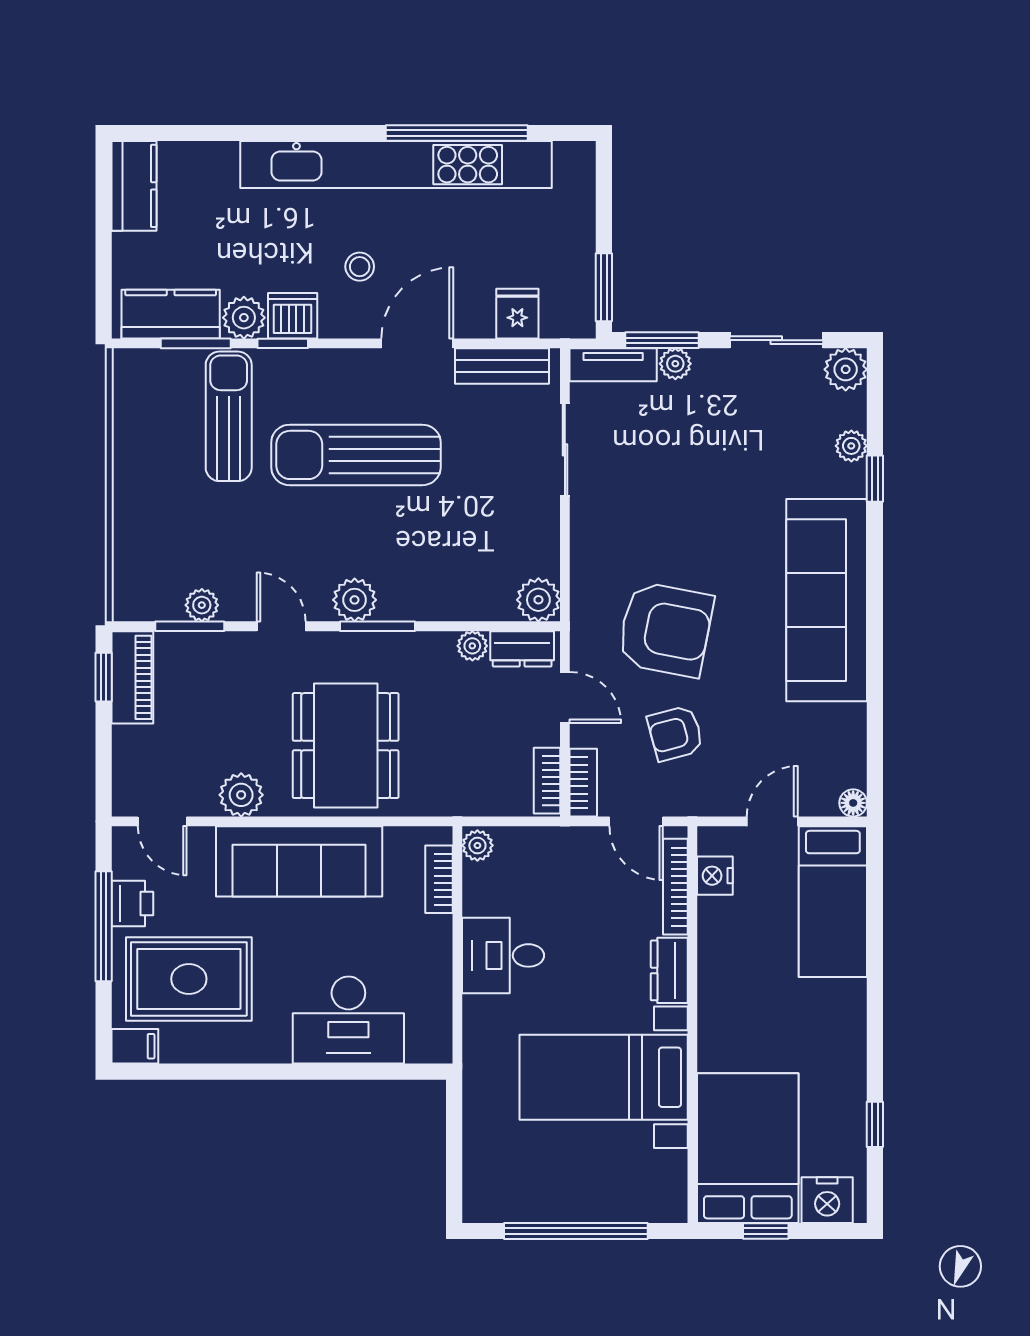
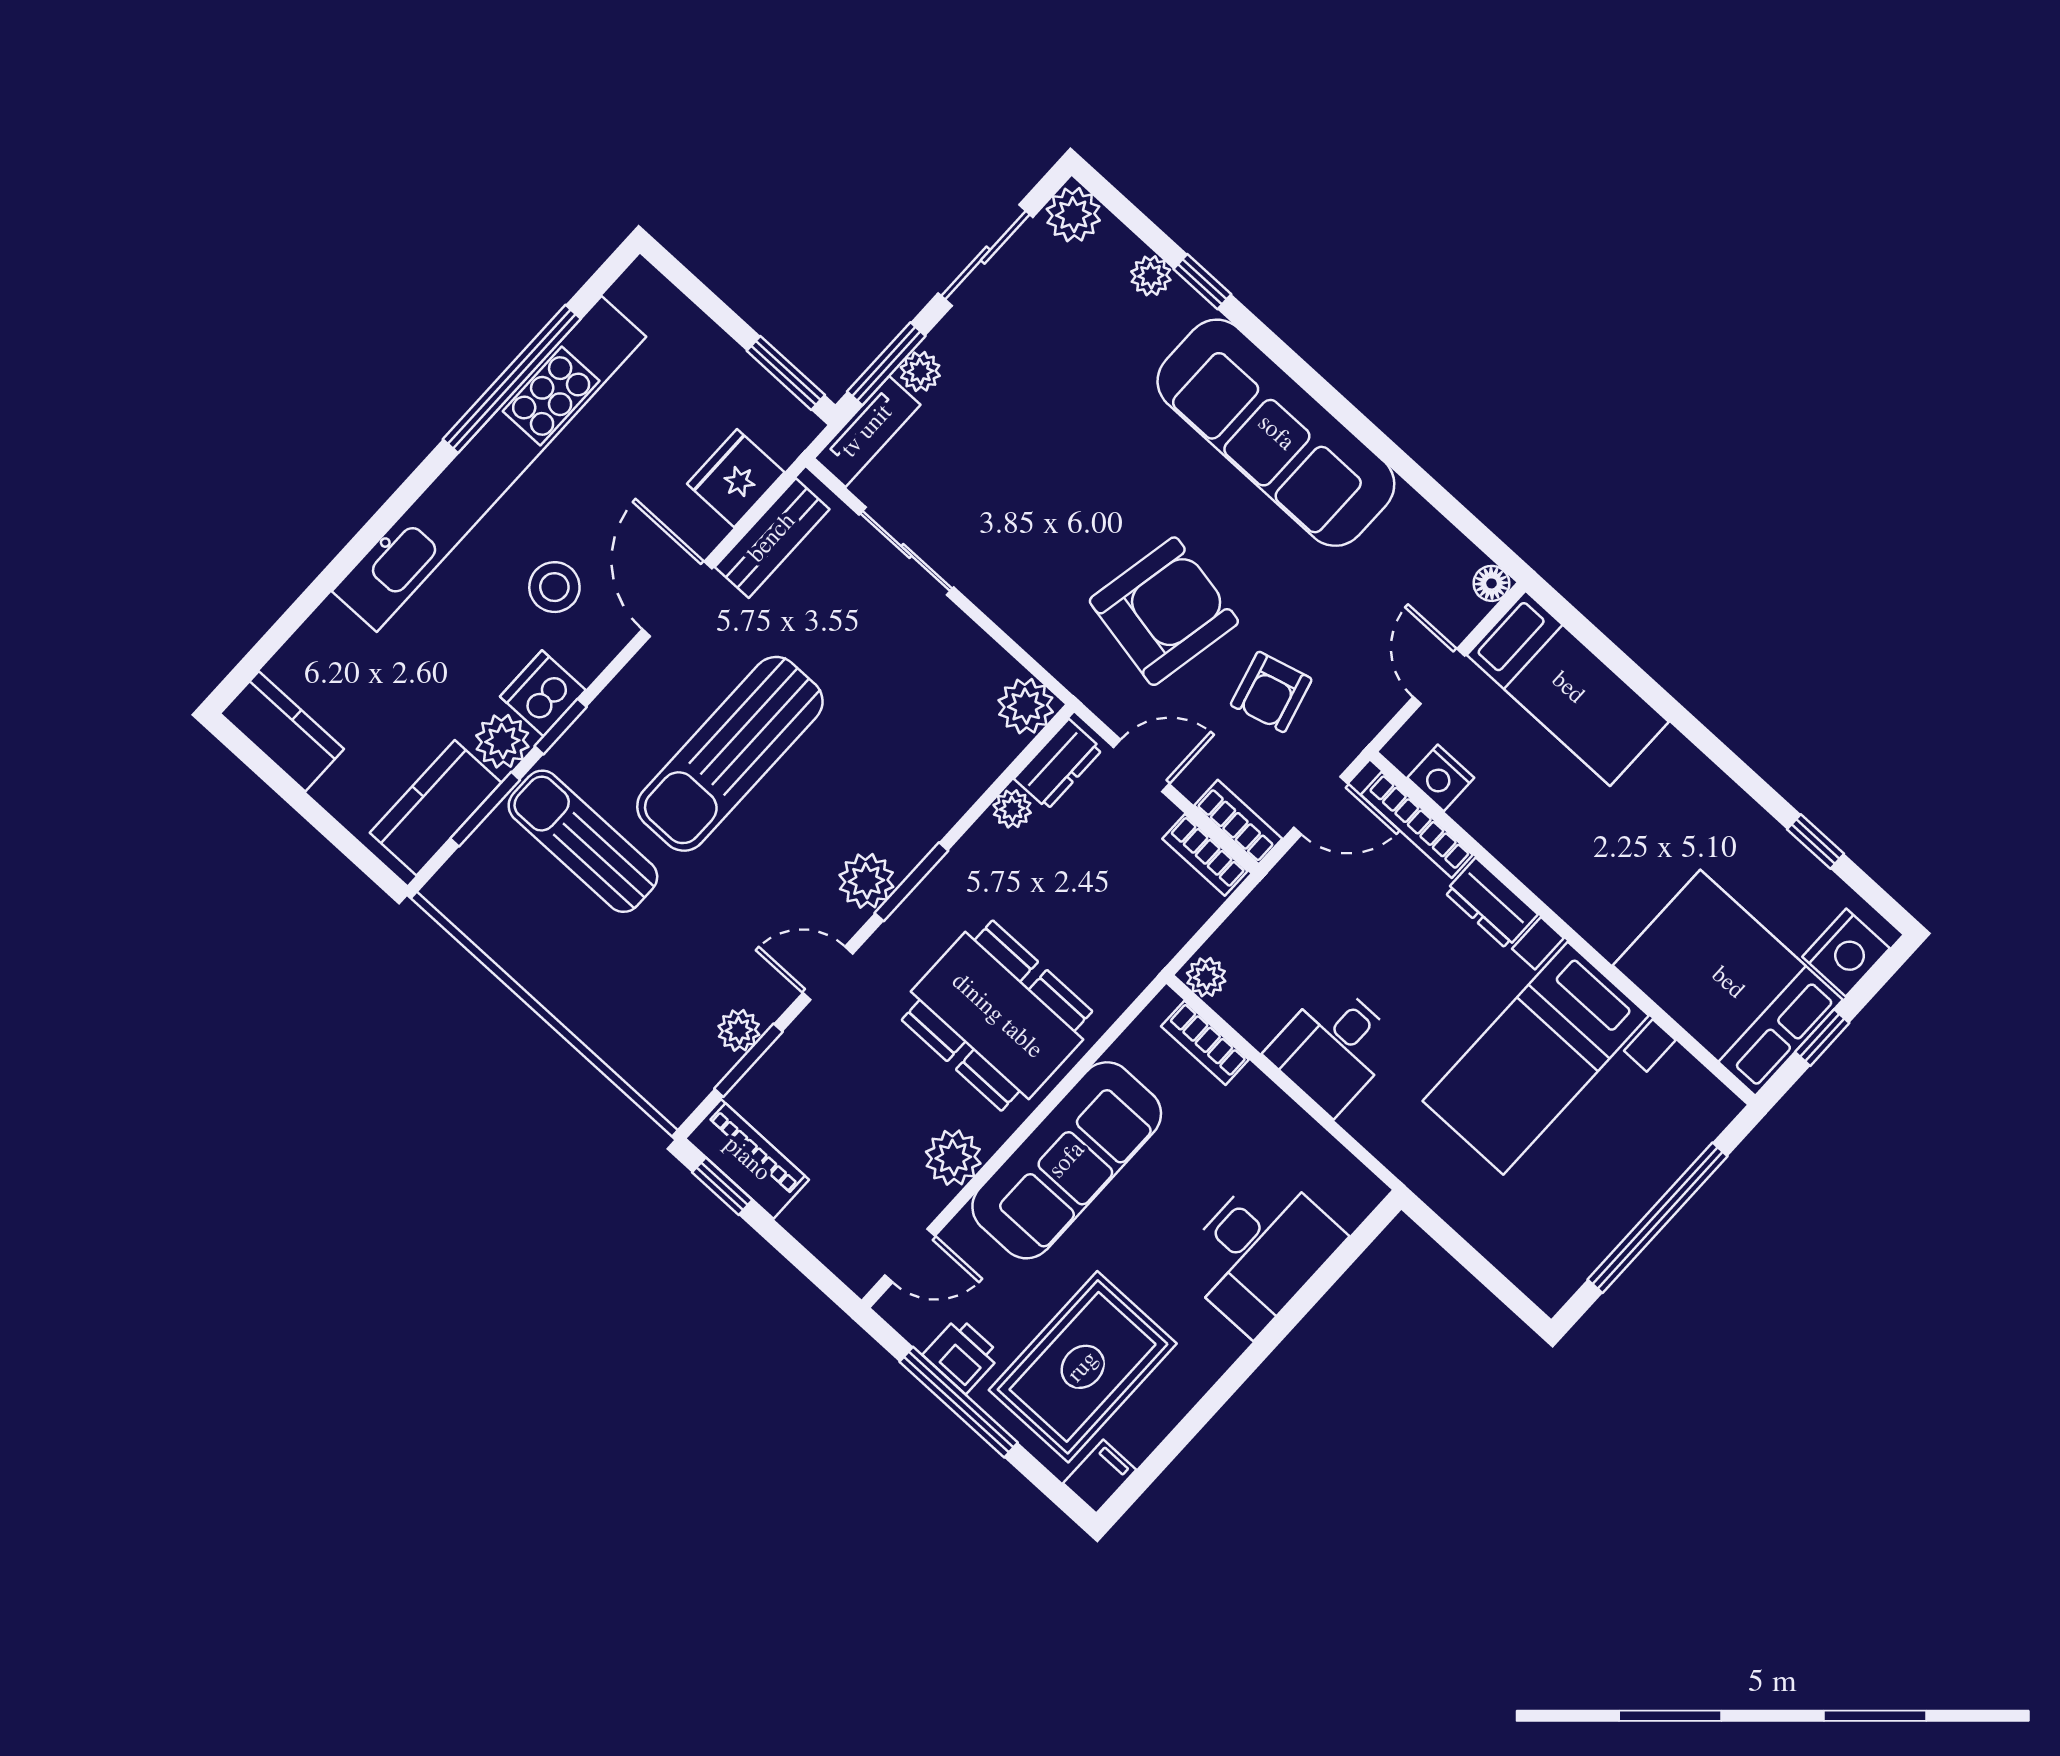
stool: (360, 267) -> (554, 587), width x1.37, depth x1.37
fridge: (517, 314) -> (736, 478), width x1.38

